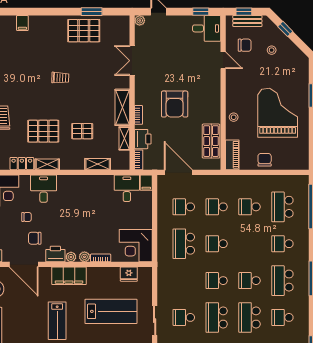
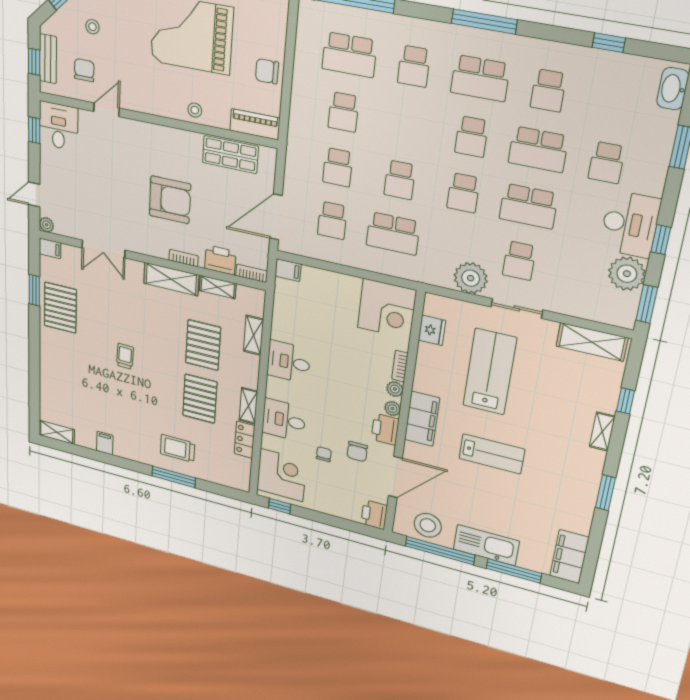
filing cabinet: (22, 23) -> (50, 248), moved
pallet: (82, 131) -> (203, 345), width x1.50, depth x1.42
desk: (127, 188) -> (289, 362), moved
plant: (167, 292) -> (471, 278), added

